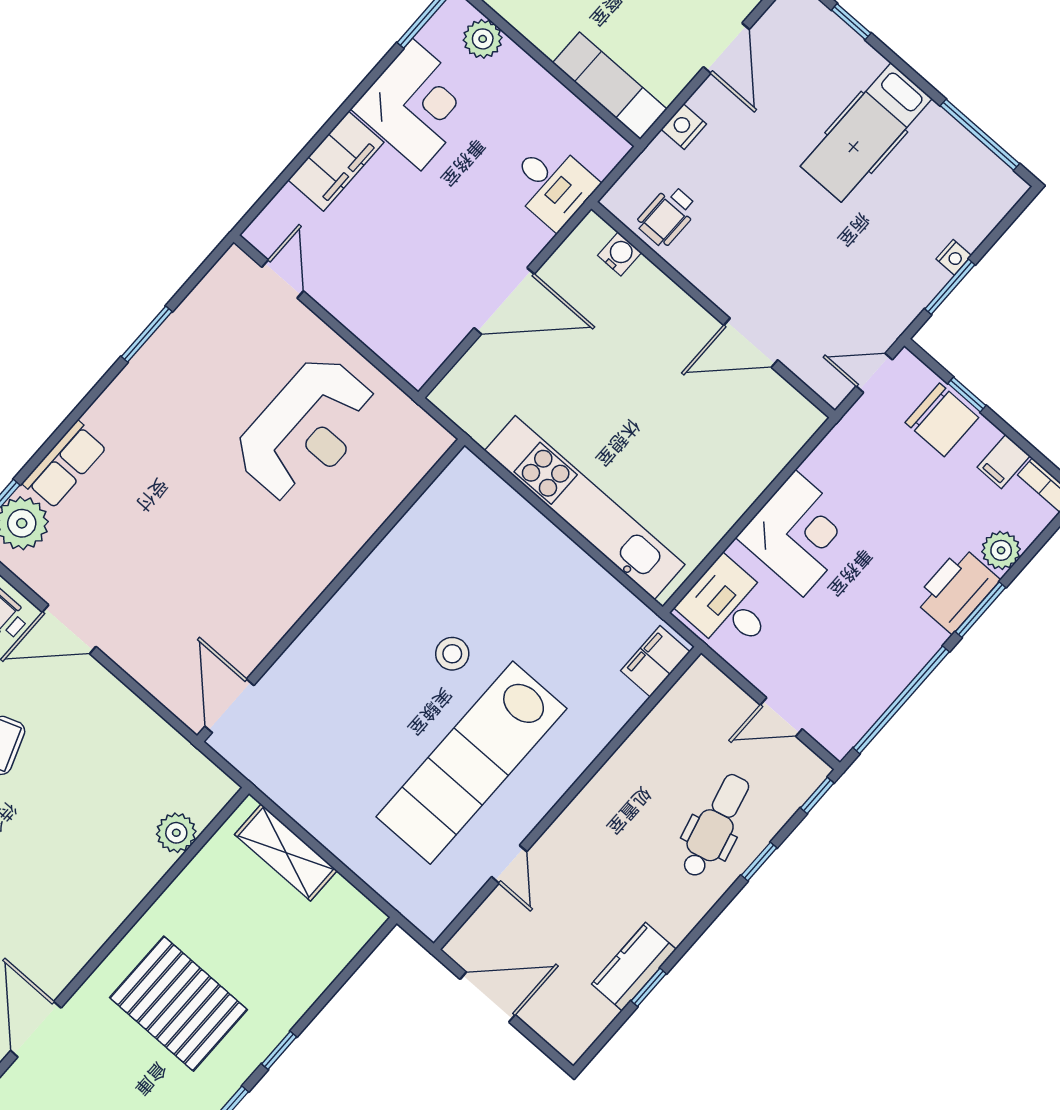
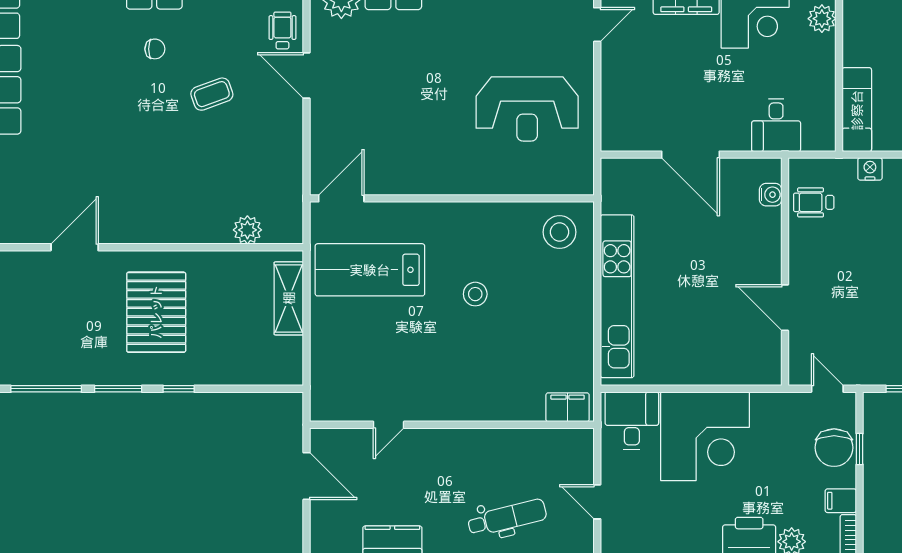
stool: (465, 509) -> (559, 232), added
corner desk: (799, 533) -> (705, 436), width x1.36, depth x1.36
lab bench: (472, 763) -> (370, 270), moved, width x0.73

